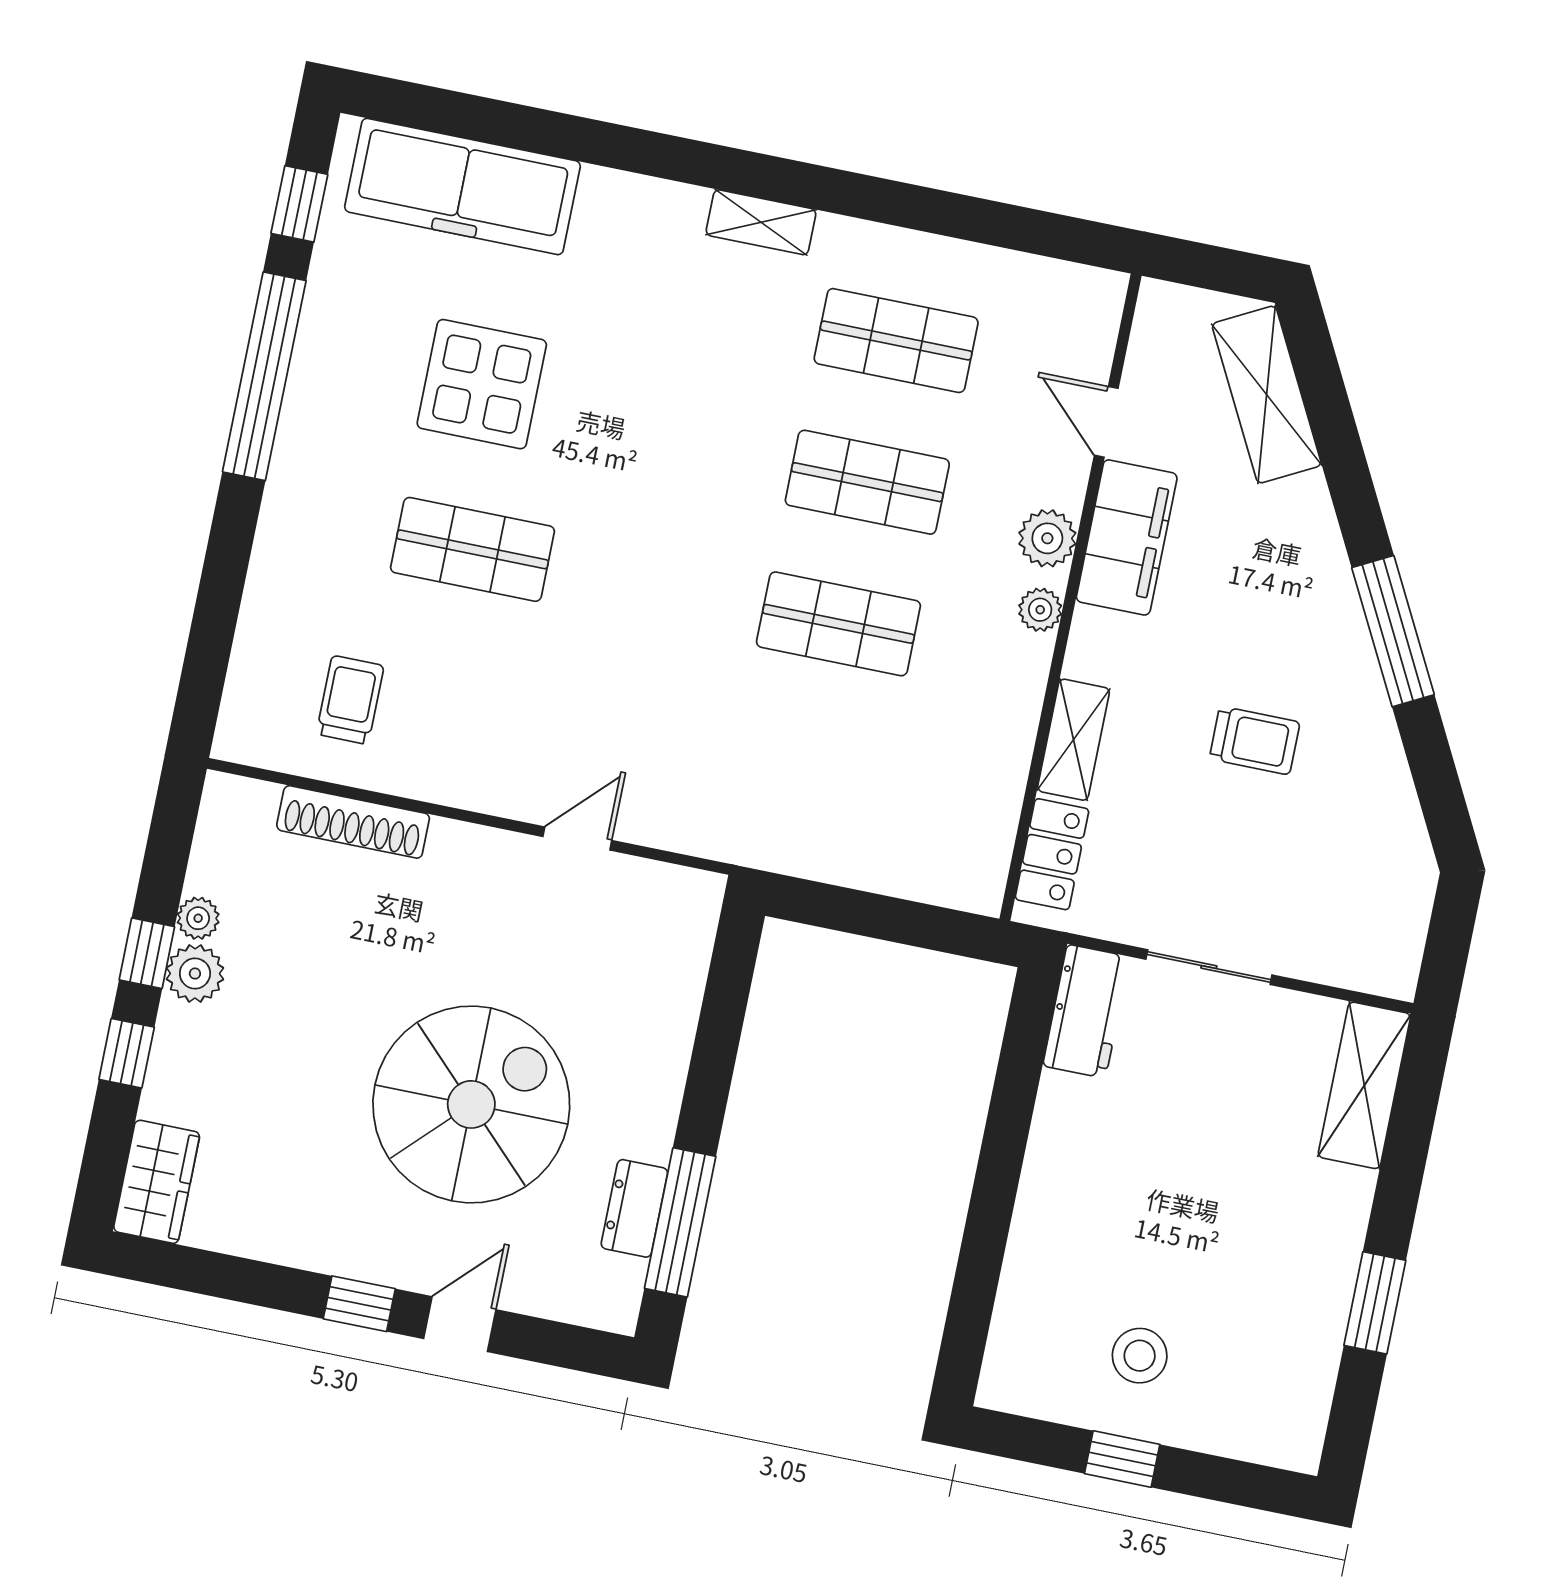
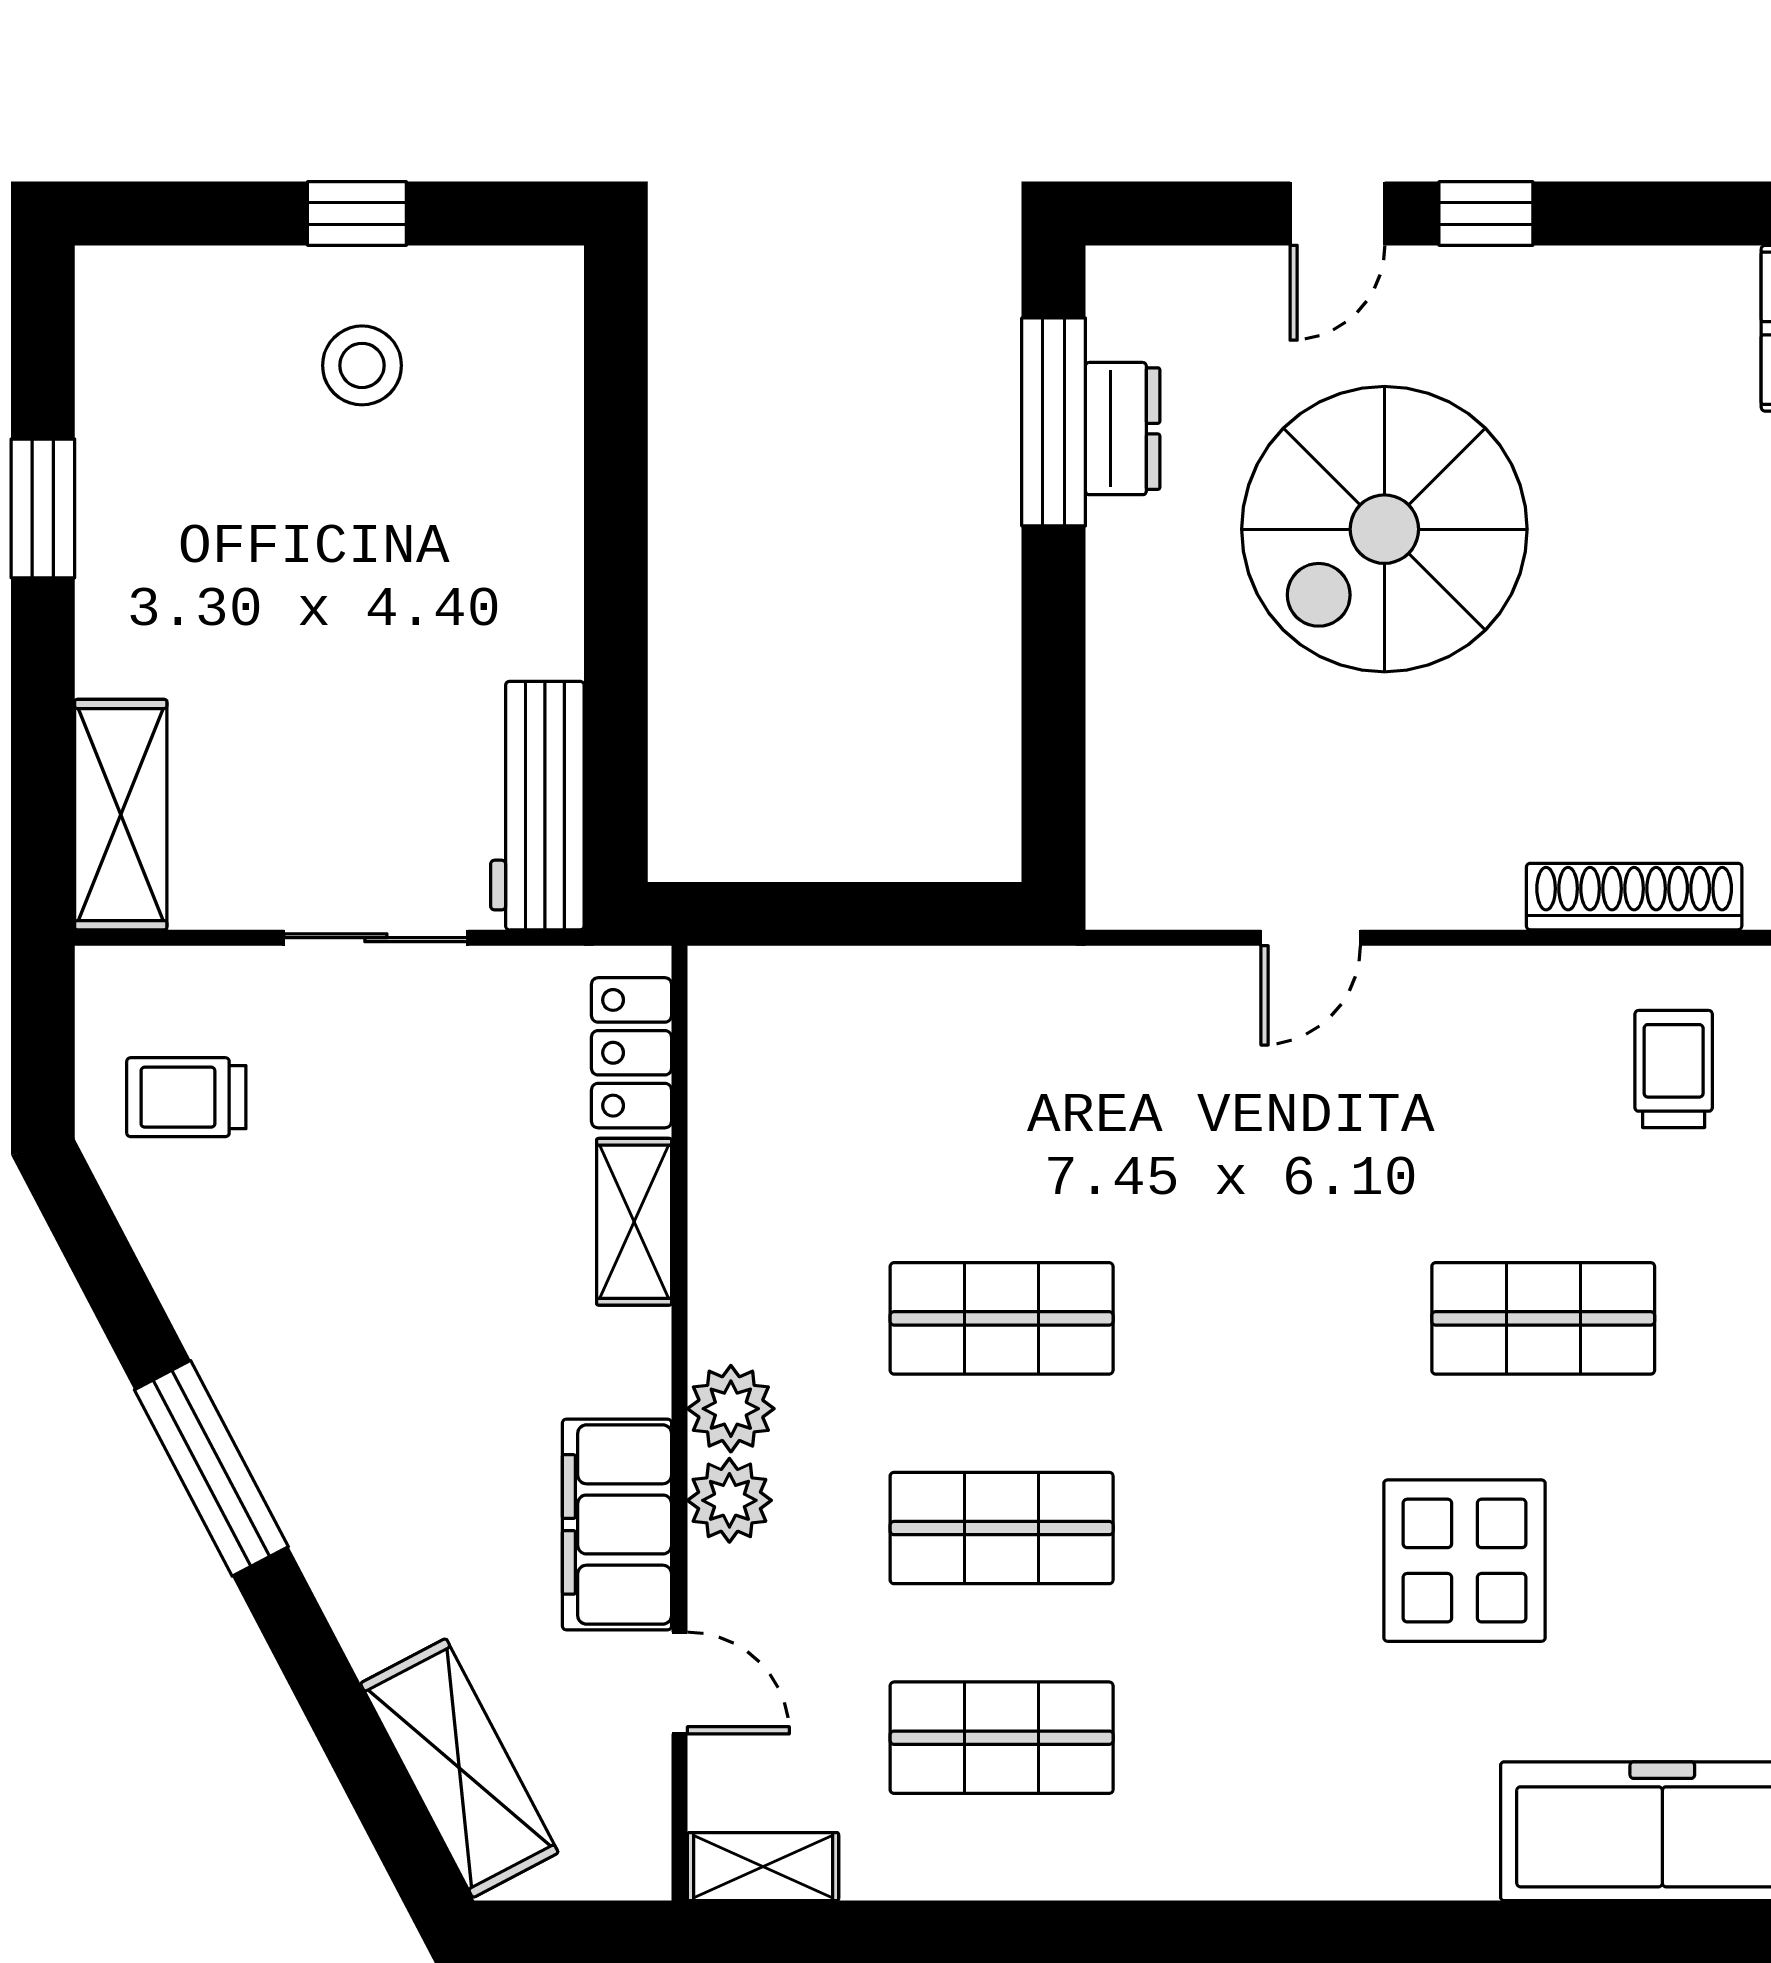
shelving: (761, 222) -> (763, 1867), moved
display table: (482, 384) -> (1465, 1561), moved
plant: (1040, 610) -> (731, 1409), width x1.38, depth x1.38
trolley: (350, 700) -> (1674, 1069), turned 180
trolley: (1255, 740) -> (186, 1097), moved
workbench: (1086, 1011) -> (537, 806), width x1.38

